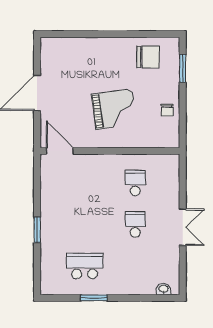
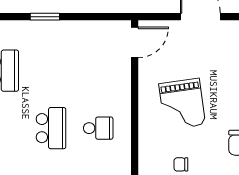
school desk: (135, 224) -> (51, 128), width x1.85

